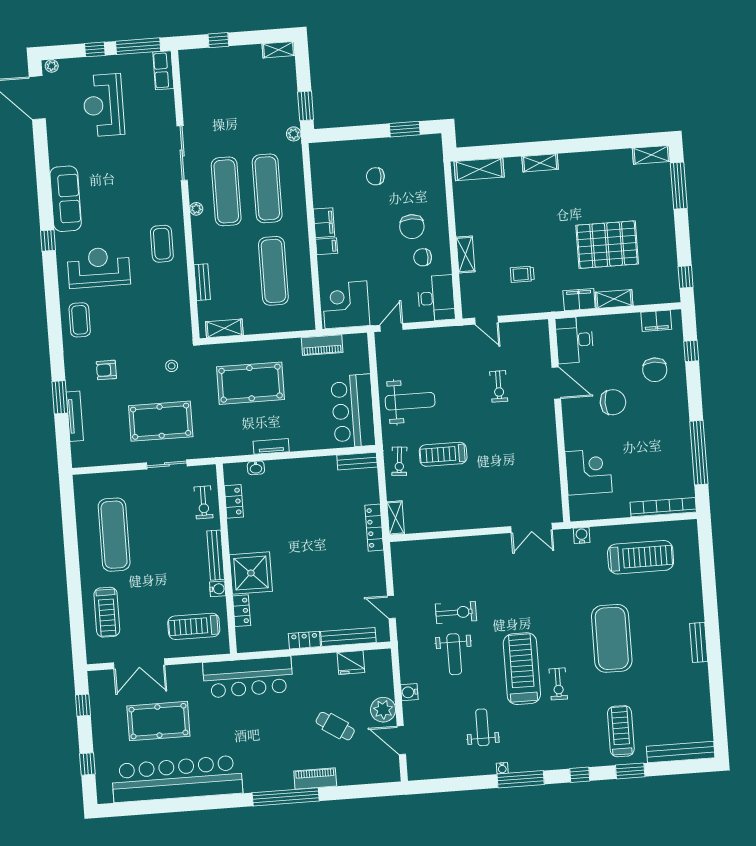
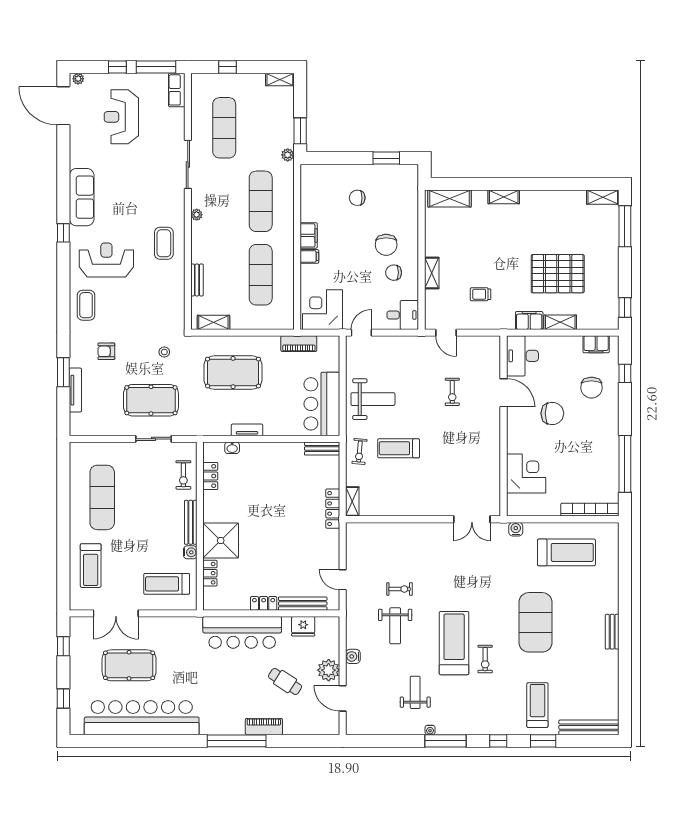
exercise mat: (226, 191) -> (224, 128), moved
desk: (436, 298) -> (403, 315), width x0.73
exercise bike: (456, 612) -> (399, 589), width x0.73, depth x0.72
bar counter: (248, 677) -> (242, 632), moved

